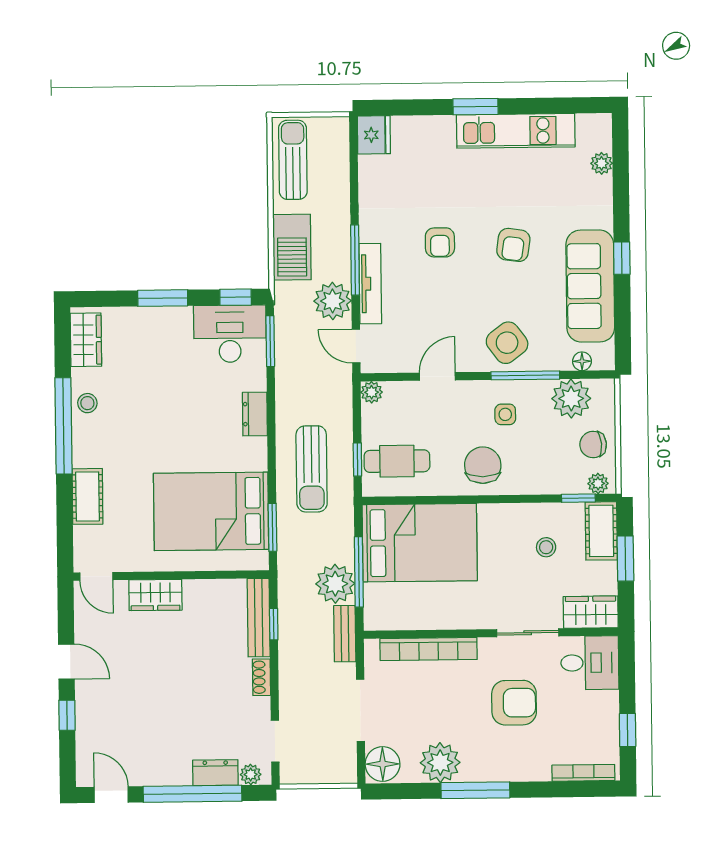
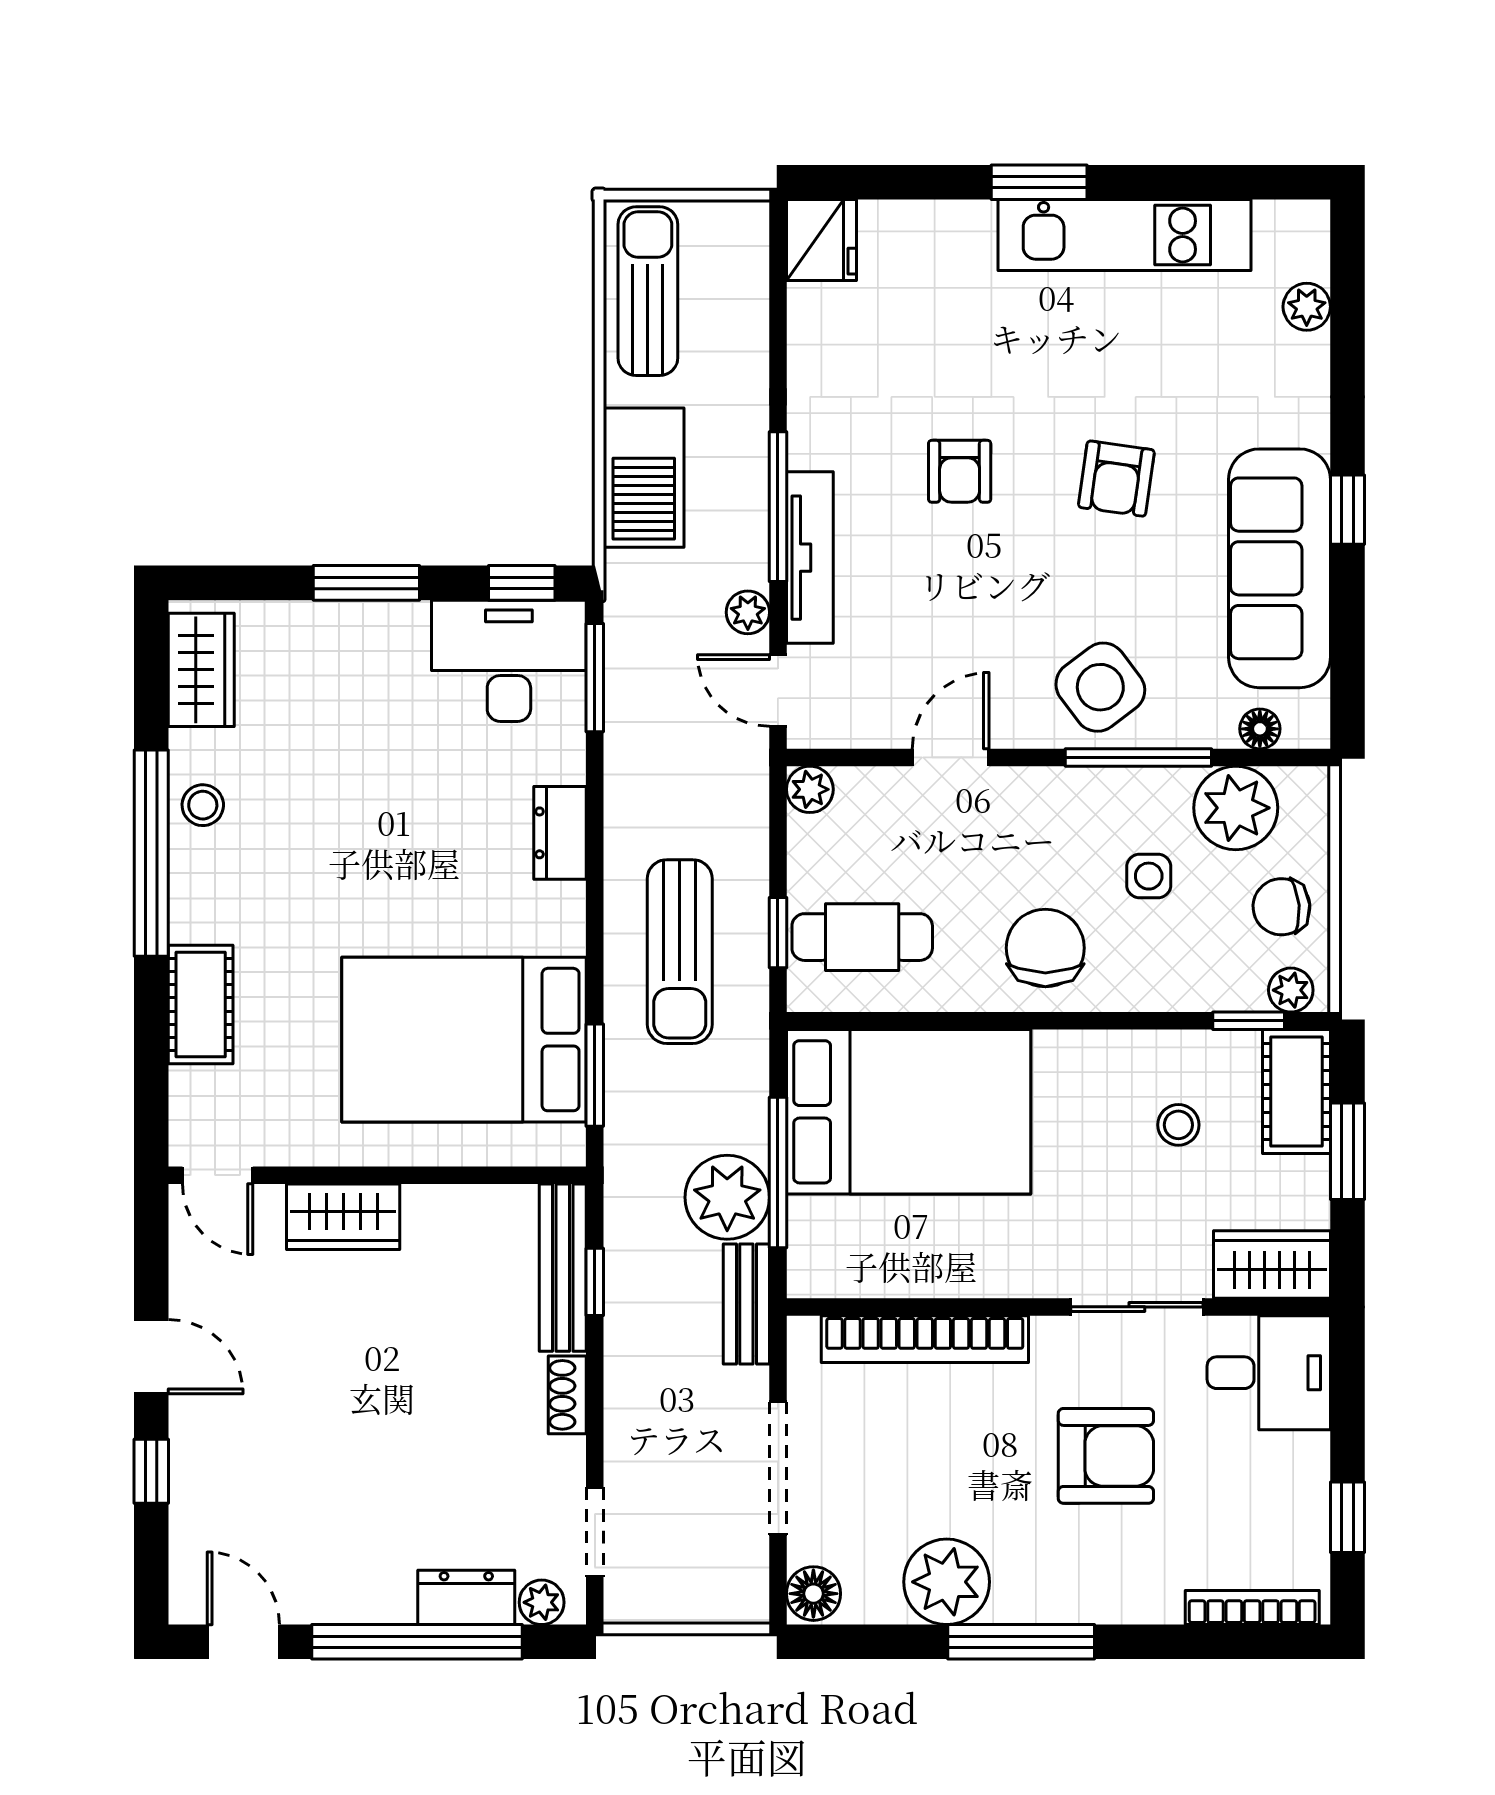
plant: (333, 301) -> (748, 612), width x0.53, depth x0.53
side table: (505, 414) -> (1149, 876), moved
floor lamp: (383, 764) -> (813, 1594), width x0.73, depth x0.73

